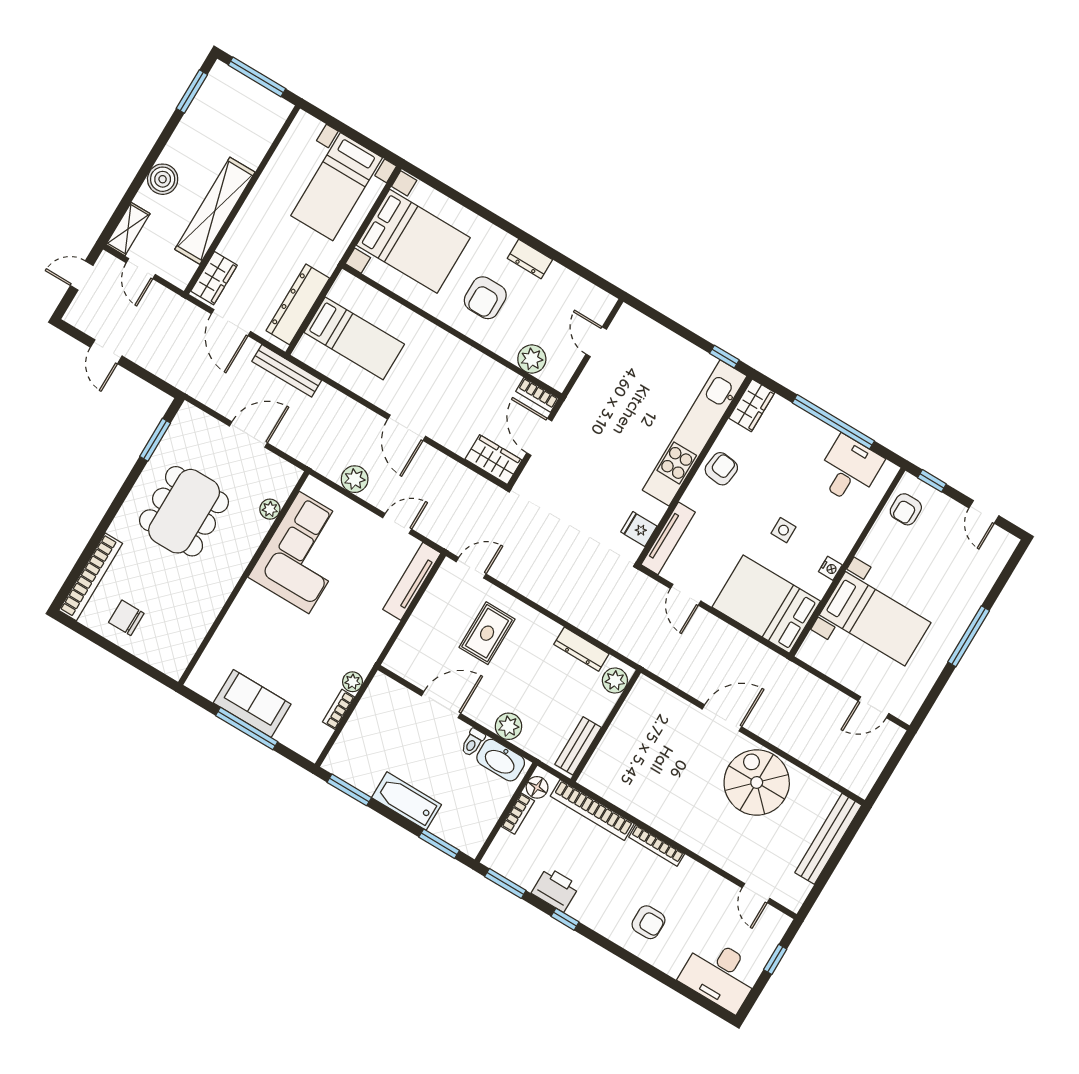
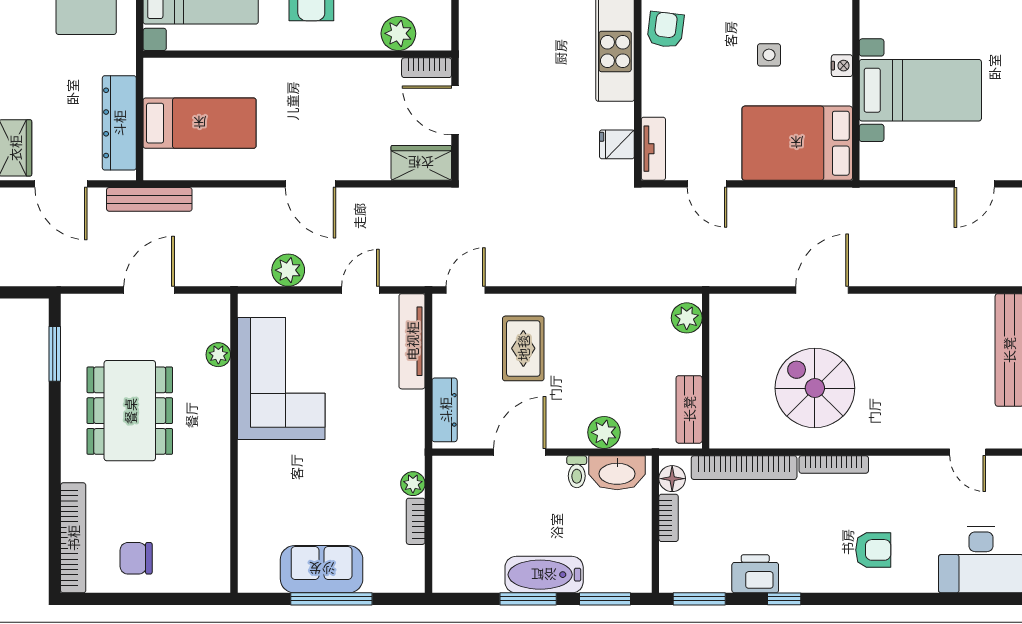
tv unit: (668, 538) -> (653, 149), width x0.71
dresser: (581, 649) -> (445, 410), moved, turned -90
spiral stairs: (757, 782) -> (815, 388), moved
window: (349, 790) -> (528, 599), moved

